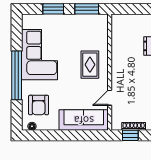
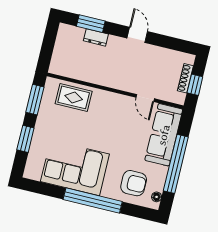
rug: (90, 65) -> (74, 97), moved
window: (62, 135) -> (176, 164), added

